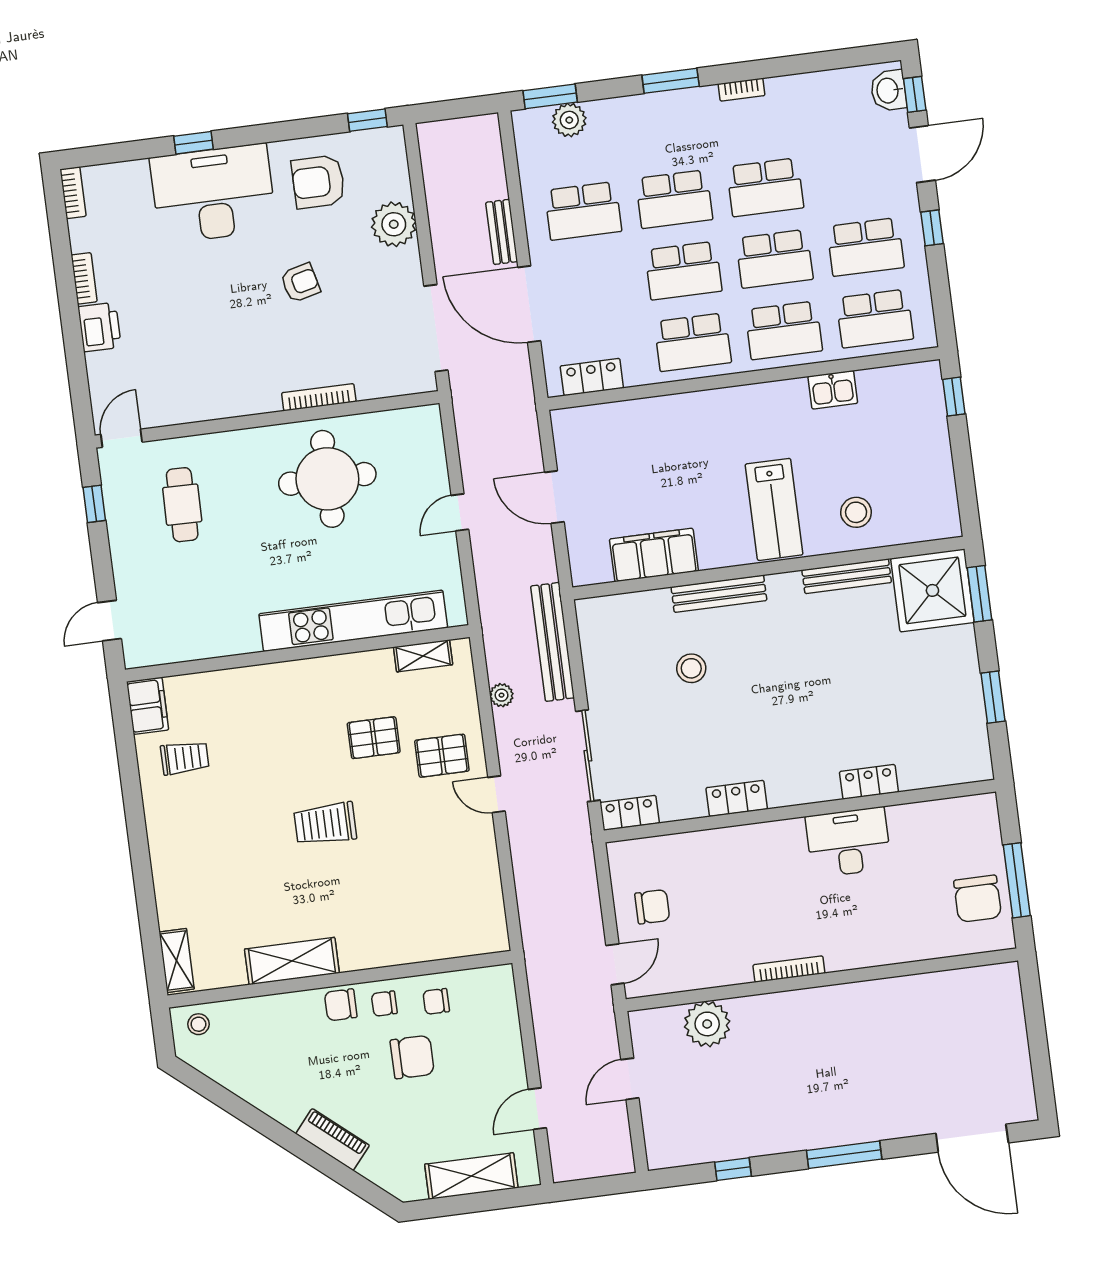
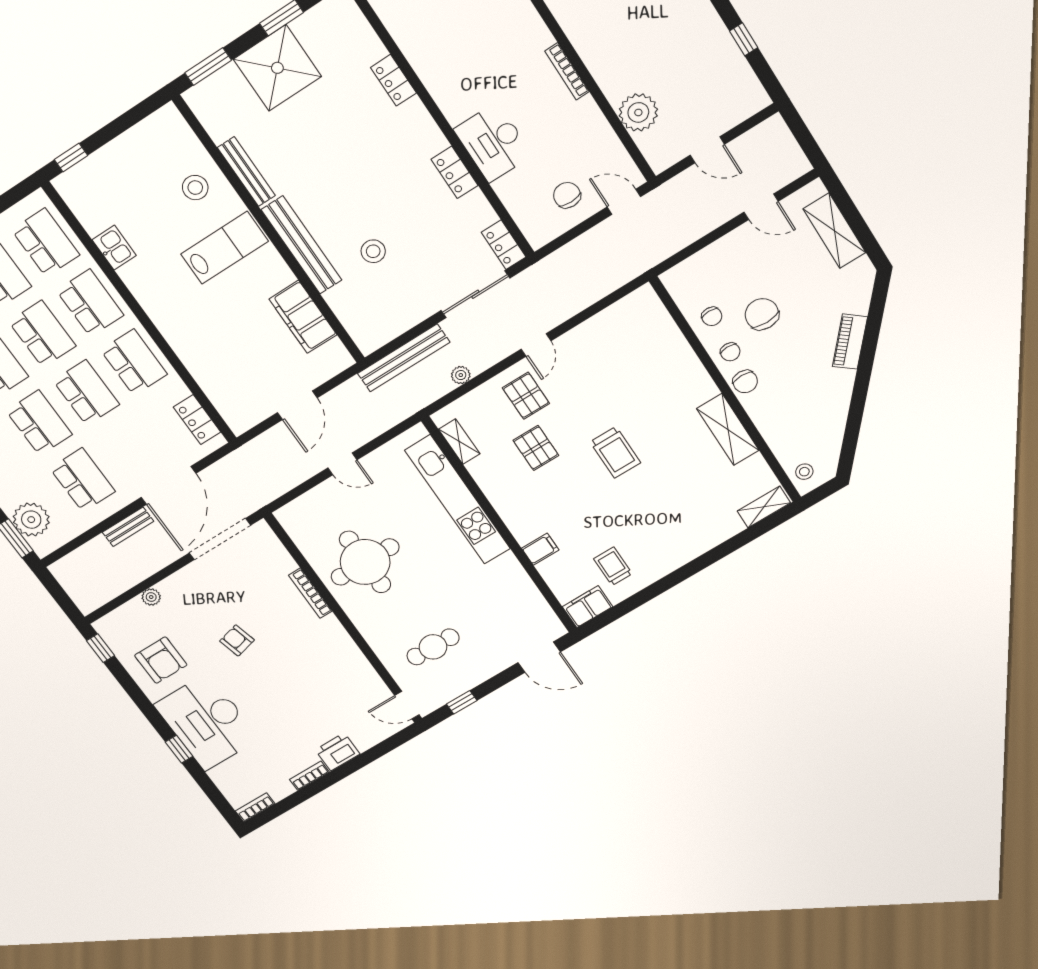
plant: (569, 120) -> (31, 520), width x1.36, depth x1.36
plant: (394, 224) -> (151, 597), width x0.53, depth x0.53
shower: (932, 590) -> (277, 68), moved
bench: (719, 594) -> (302, 245), width x1.37, depth x1.21
door: (109, 621) -> (539, 657), width x1.38
filing cabinet: (247, 685) -> (540, 549), added
desk: (848, 842) -> (493, 142), moved

